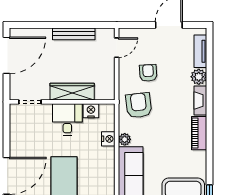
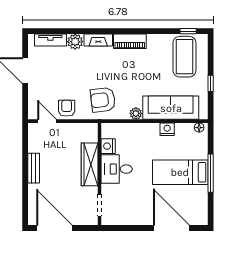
bench: (74, 34) -> (34, 168), width x0.73
armchair: (148, 73) -> (67, 108), moved, turned 93
nightstand: (108, 139) -> (167, 129), moved

